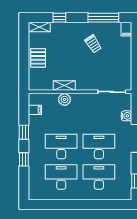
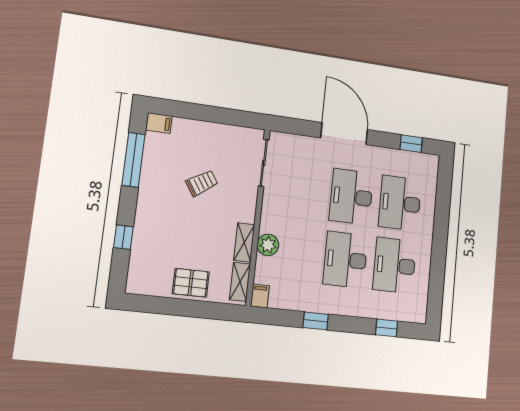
shelving: (39, 27) -> (240, 282), moved
trolley: (93, 44) -> (202, 183), moved
filing cabinet: (35, 110) -> (260, 296), moved
water cooler: (127, 116) -> (306, 144), removed
window: (24, 159) -> (387, 328), moved

